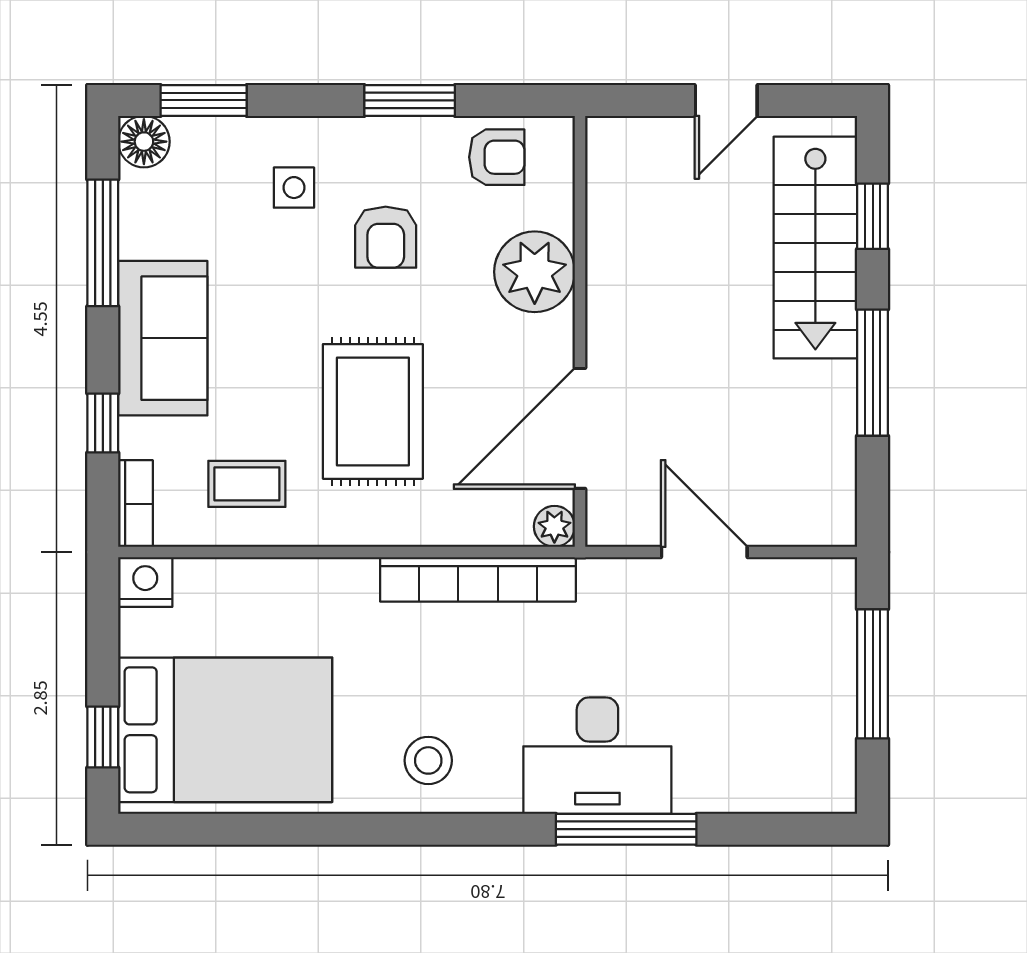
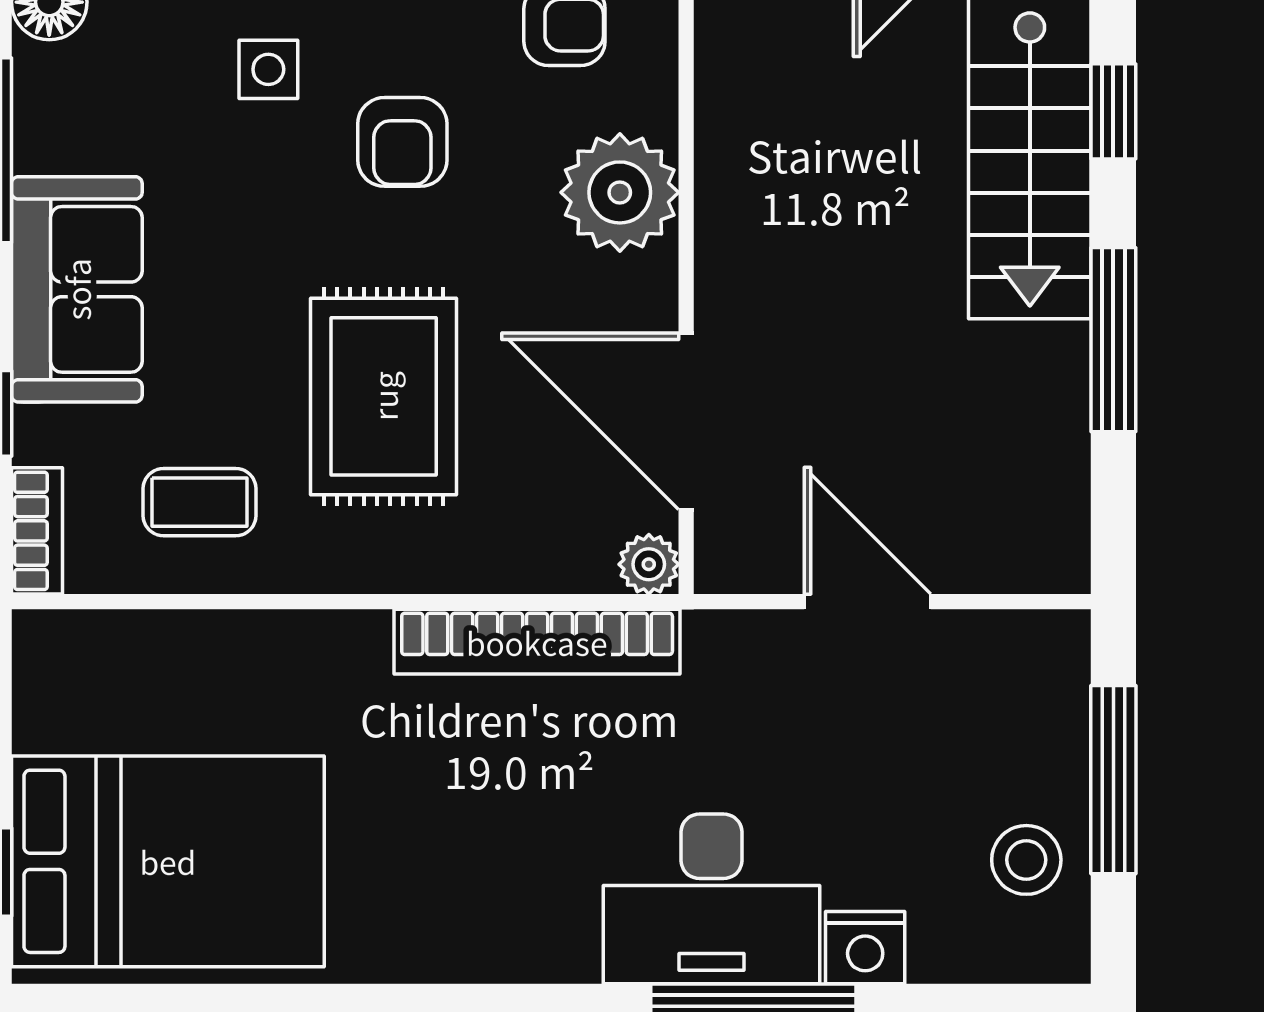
door: (580, 428) -> (686, 421), hinge flipped
nightstand: (145, 582) -> (865, 948), moved, turned 180
stool: (428, 760) -> (1026, 860), moved

